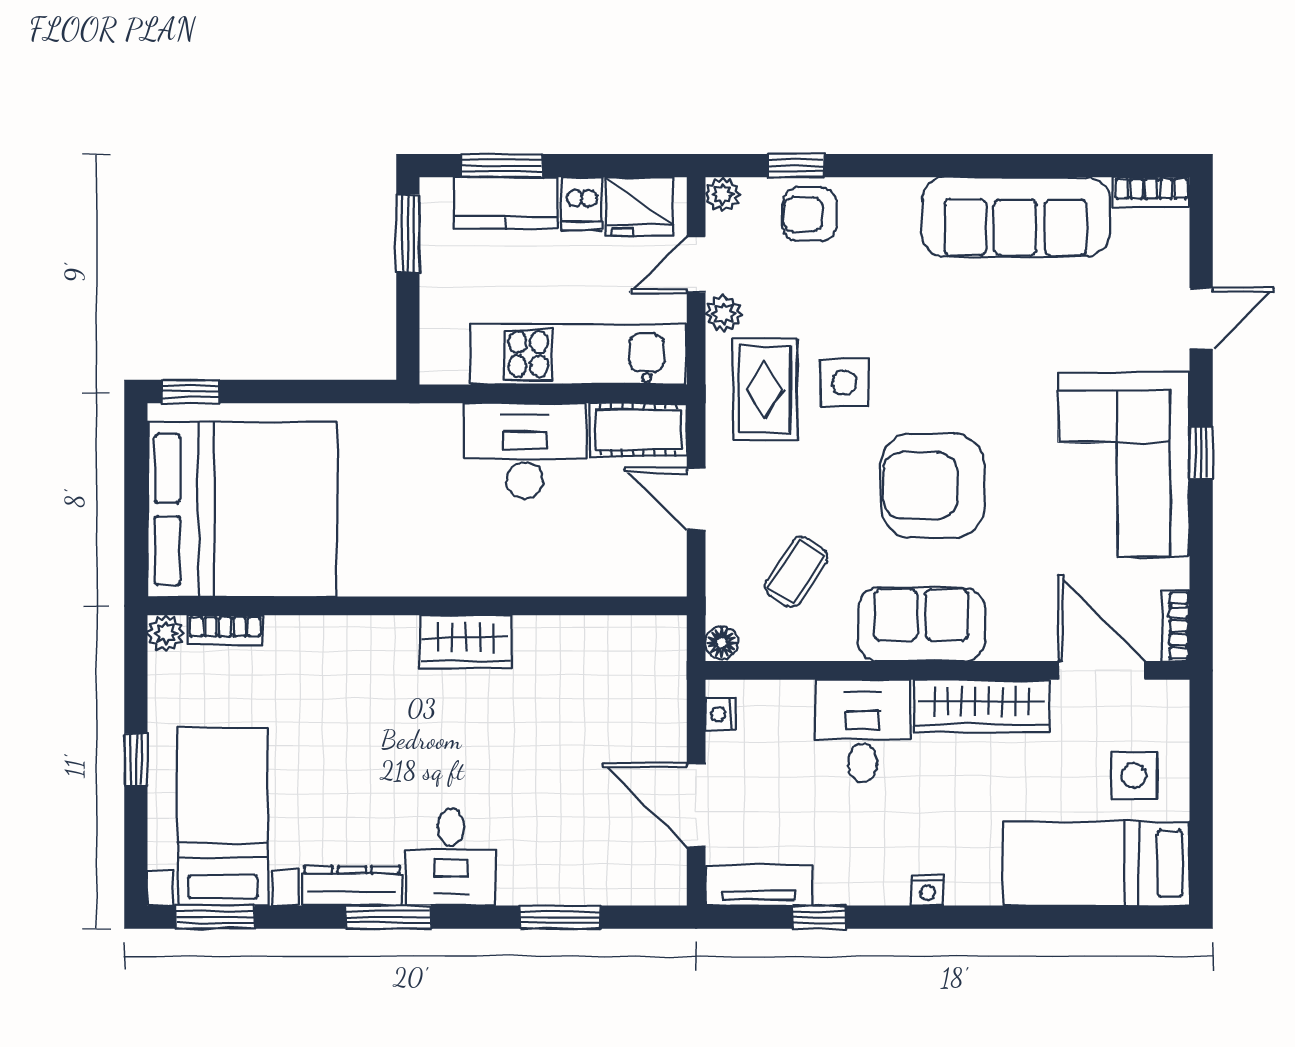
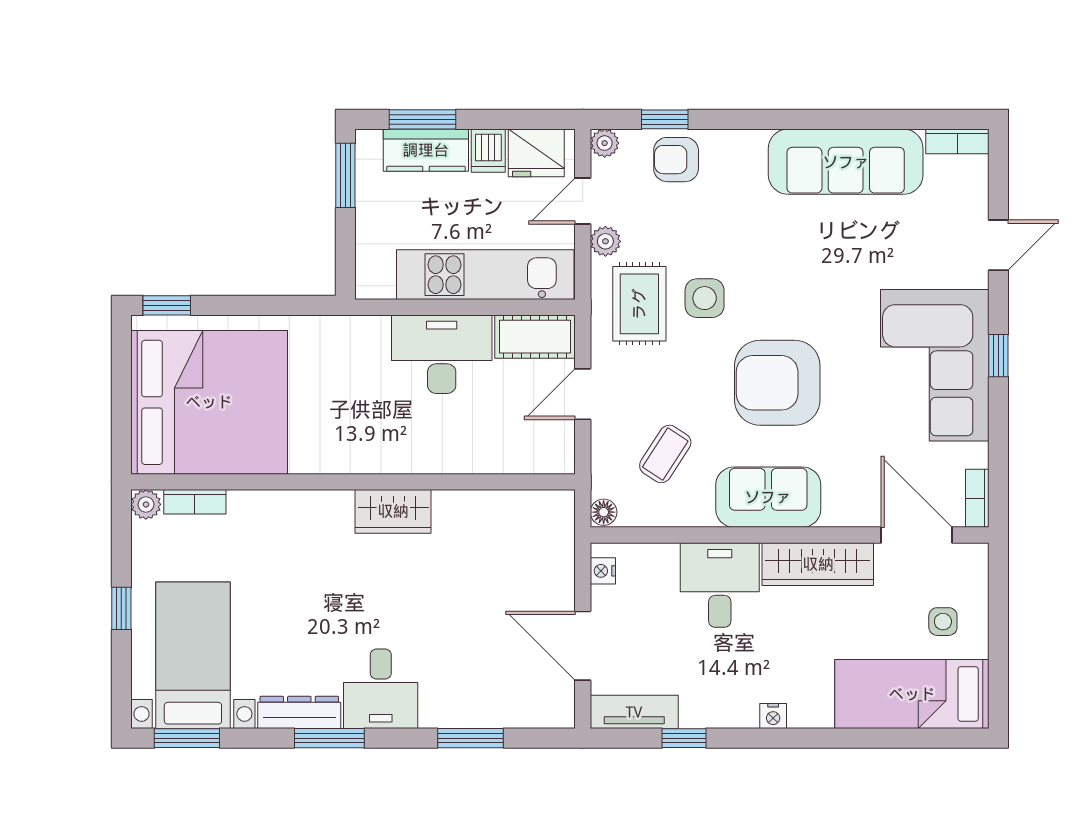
door: (696, 499) -> (583, 394), hinge flipped
side table: (1134, 776) -> (943, 622), width x0.73, depth x0.73

